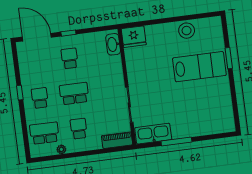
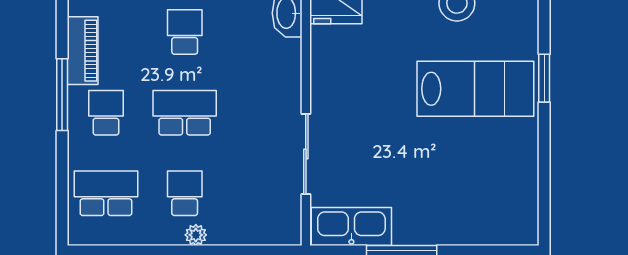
window: (20, 93) -> (62, 95), width x2.17
piano: (117, 140) -> (83, 51), moved, turned 90
plant: (61, 149) -> (196, 235), moved

